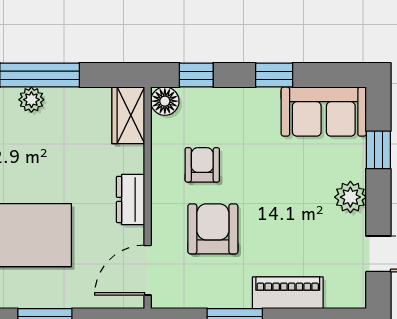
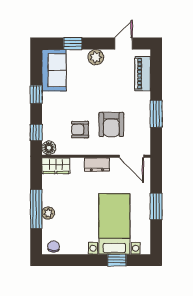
armchair: (213, 229) -> (111, 124), turned -90
piano: (288, 293) -> (143, 74), moved

